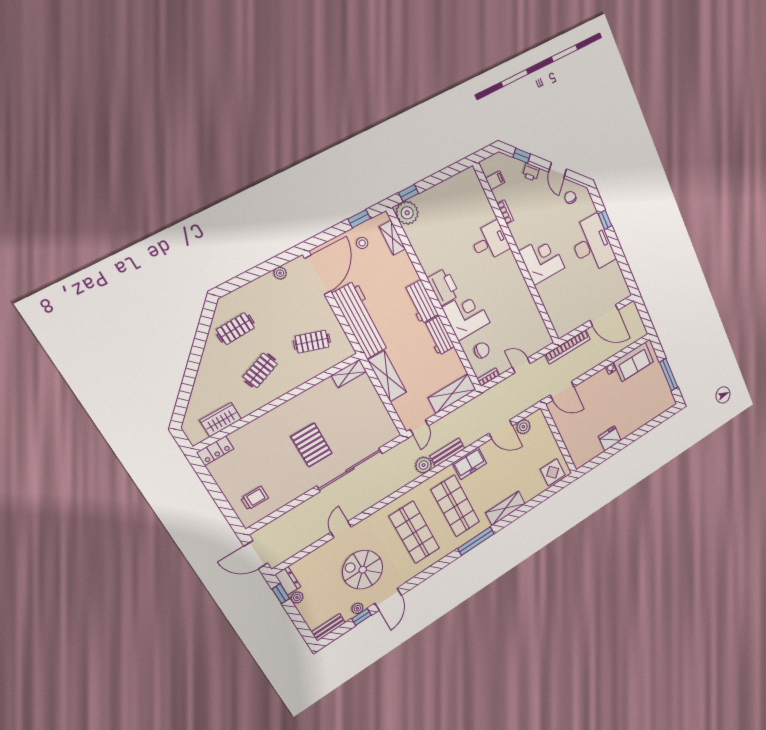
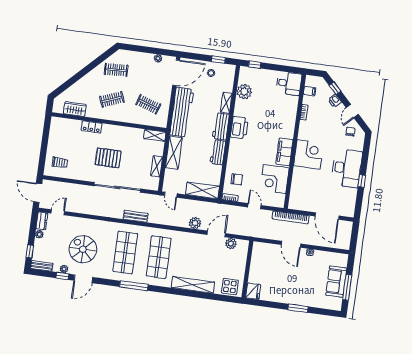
plant: (407, 213) -> (244, 92), moved
window: (605, 220) -> (362, 181), moved
shelving: (392, 238) -> (226, 103), moved
desk: (490, 242) -> (289, 83), moved
filing cabinet: (514, 277) -> (284, 152), added
corner desk: (466, 315) -> (275, 179), moved, turned 180
sofa: (634, 362) -> (336, 282), moved, turned 90
door: (562, 391) -> (291, 244), moved
shelving: (379, 408) -> (157, 166), added
door: (419, 427) -> (171, 195), hinge flipped
door: (501, 429) -> (216, 234), swing flipped
window: (634, 436) -> (298, 308), added
fridge: (610, 438) -> (253, 291), moved, turned 90
pallet: (312, 445) -> (108, 158), turned 90
locker: (215, 451) -> (92, 127), moved
bench: (447, 452) -> (136, 216), moved
freezer: (469, 463) -> (184, 239), removed
plant: (424, 465) -> (195, 223), moved
shelving: (505, 508) -> (193, 285), width x1.47
door: (341, 530) -> (58, 212), moved
window: (476, 541) -> (134, 286), moved
window: (281, 594) -> (30, 251), moved

